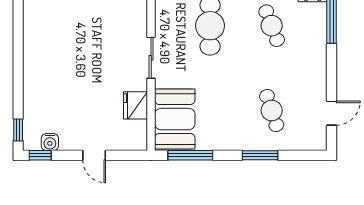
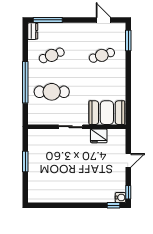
water cooler: (50, 142) -> (120, 198), moved
window: (190, 155) -> (128, 103), removed
window: (260, 155) -> (128, 40), moved

